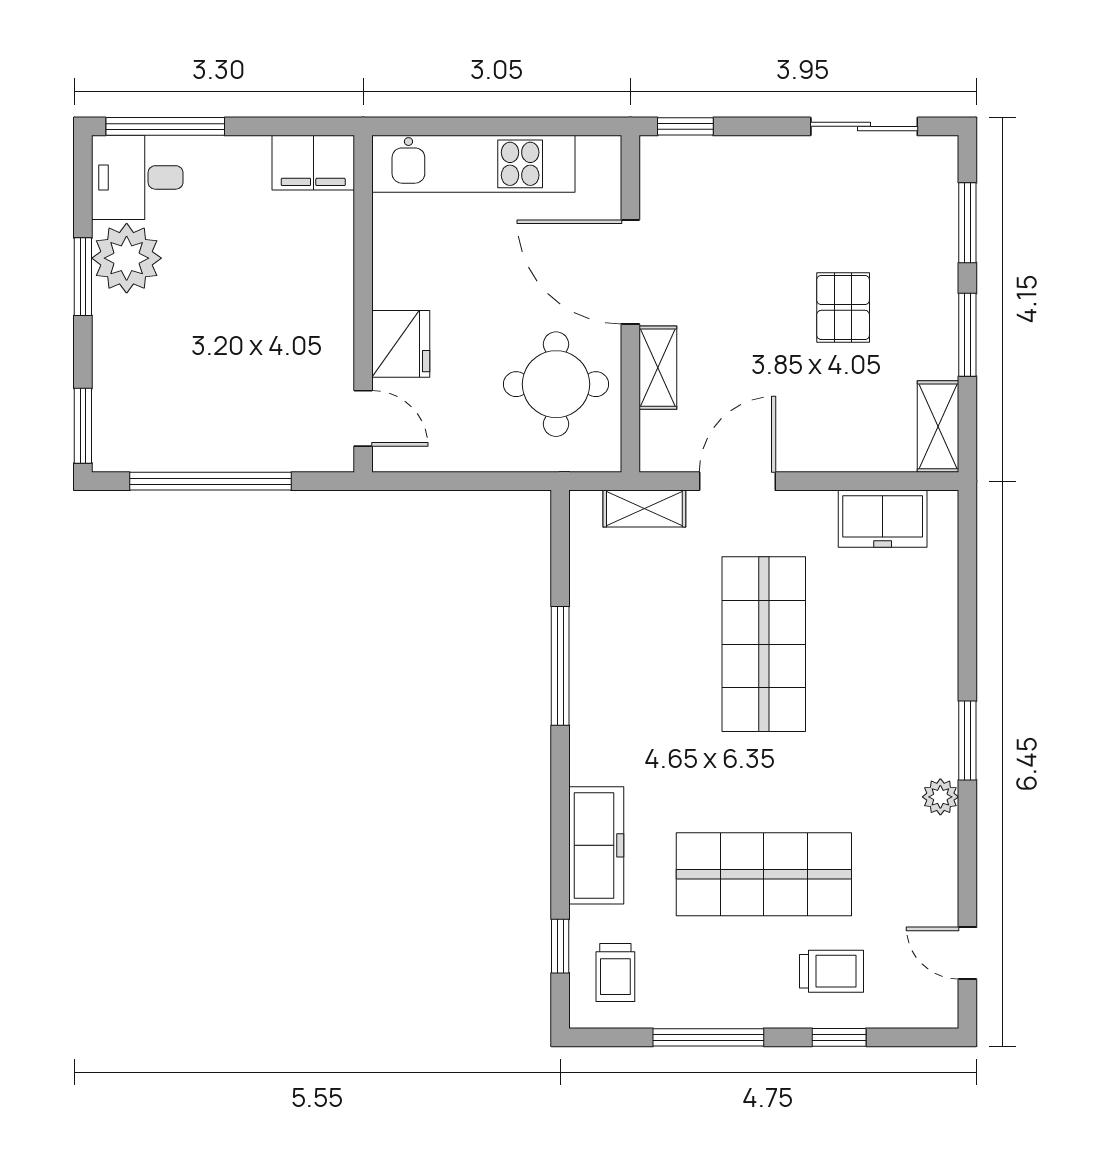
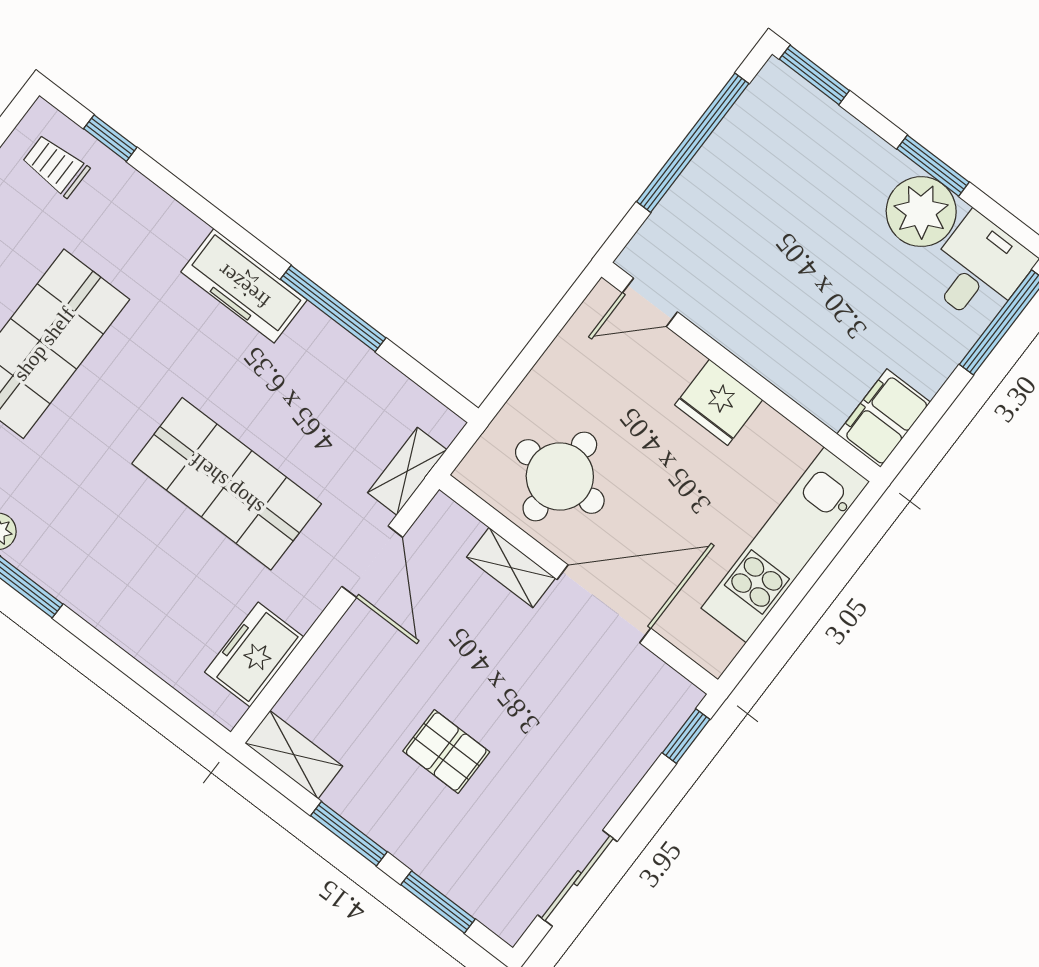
fridge: (401, 344) -> (719, 402), moved
freezer: (596, 845) -> (244, 286), moved

